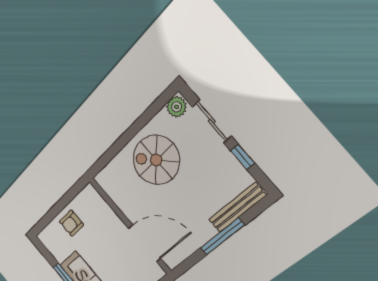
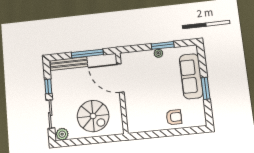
wall: (130, 226) -> (122, 93), moved
door: (145, 243) -> (120, 78), moved

